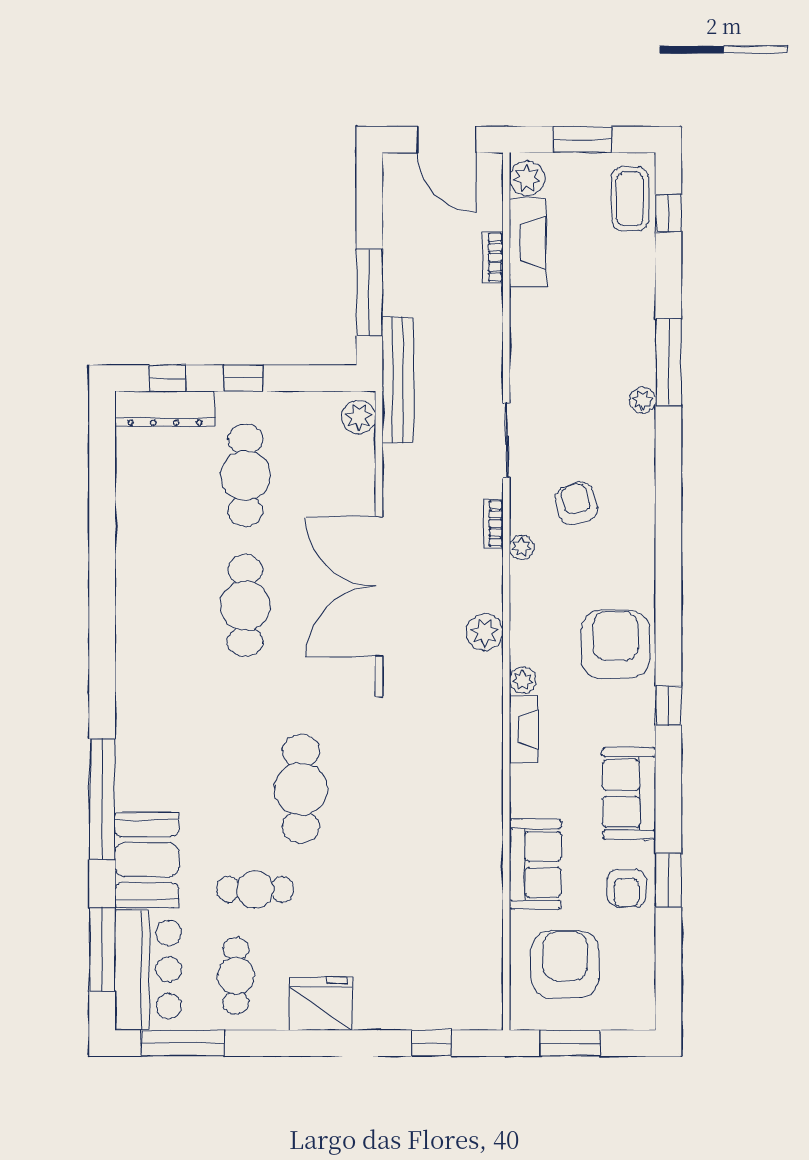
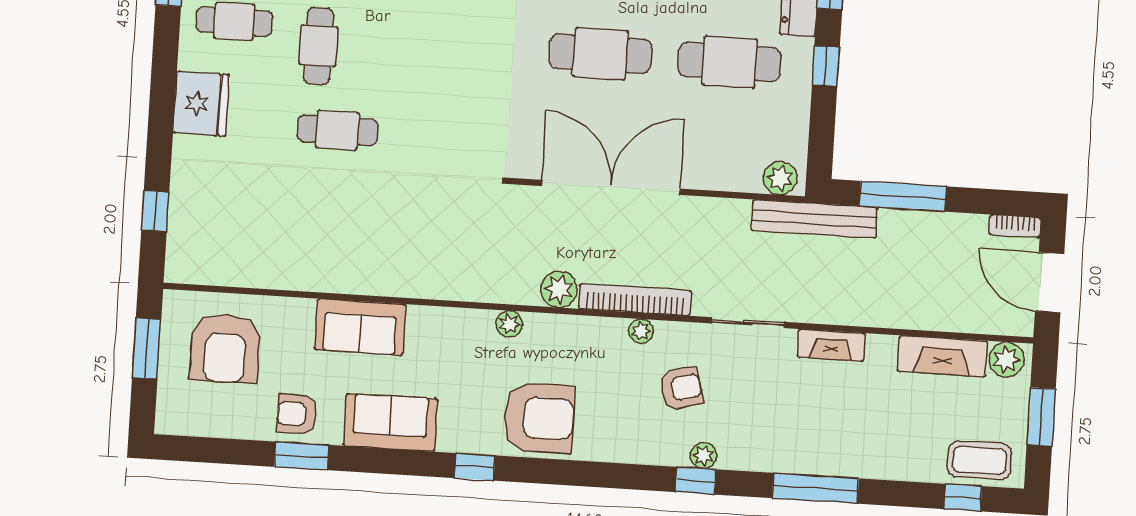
door: (447, 140) -> (1050, 282), hinge flipped
bookcase: (493, 257) -> (1015, 226), moved, turned 180
plant: (643, 400) -> (703, 456), moved
window: (668, 483) -> (696, 481), added
bookcase: (493, 523) -> (635, 300), width x2.31, depth x1.31
fireplace: (524, 729) -> (831, 345), moved
cafe table: (301, 789) -> (337, 130), moved, width x0.73, depth x0.74
sofa: (535, 864) -> (360, 327), moved
armchair: (565, 964) -> (225, 348), turned 90

